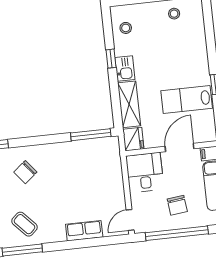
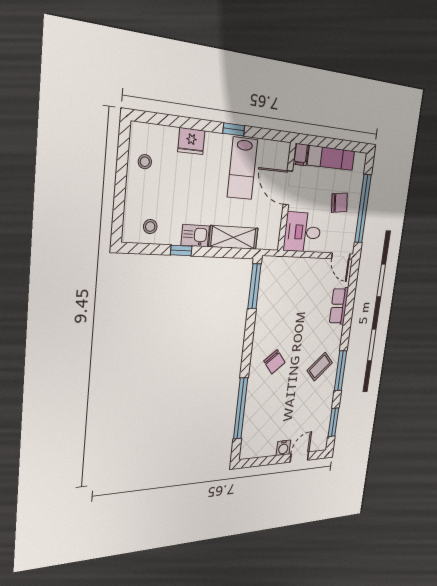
fridge: (133, 139) -> (191, 141), moved, turned 180

